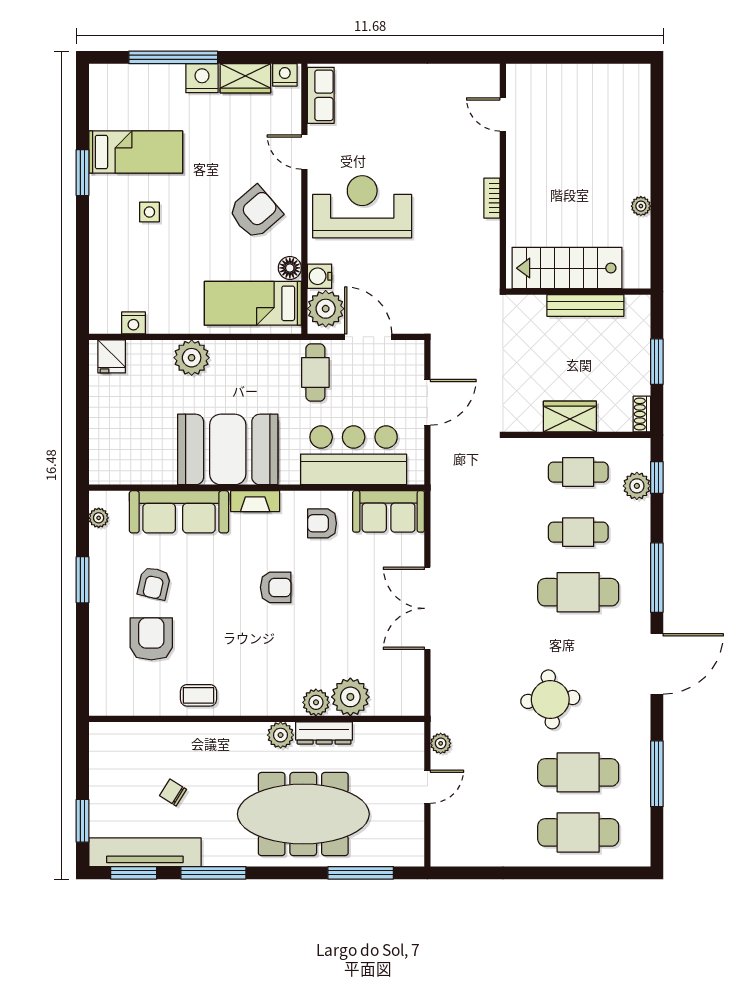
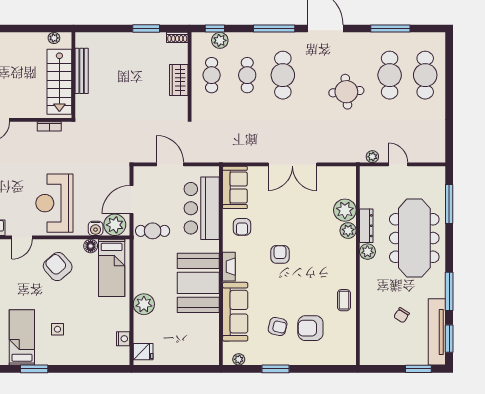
stairs: (567, 268) -> (59, 82), moved
wall: (578, 292) -> (73, 75), moved
bench: (585, 306) -> (82, 71), moved

